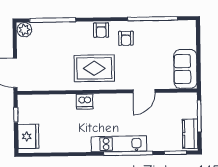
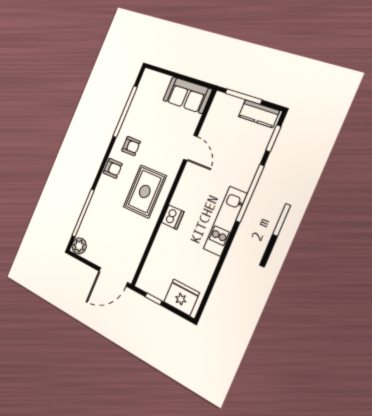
kitchen unit: (119, 144) -> (225, 221), moved

